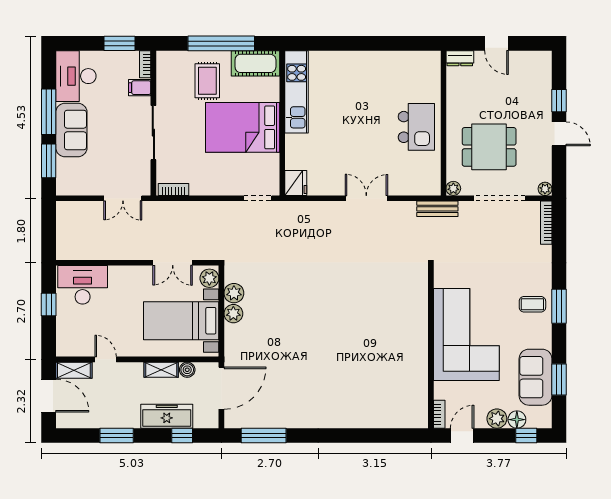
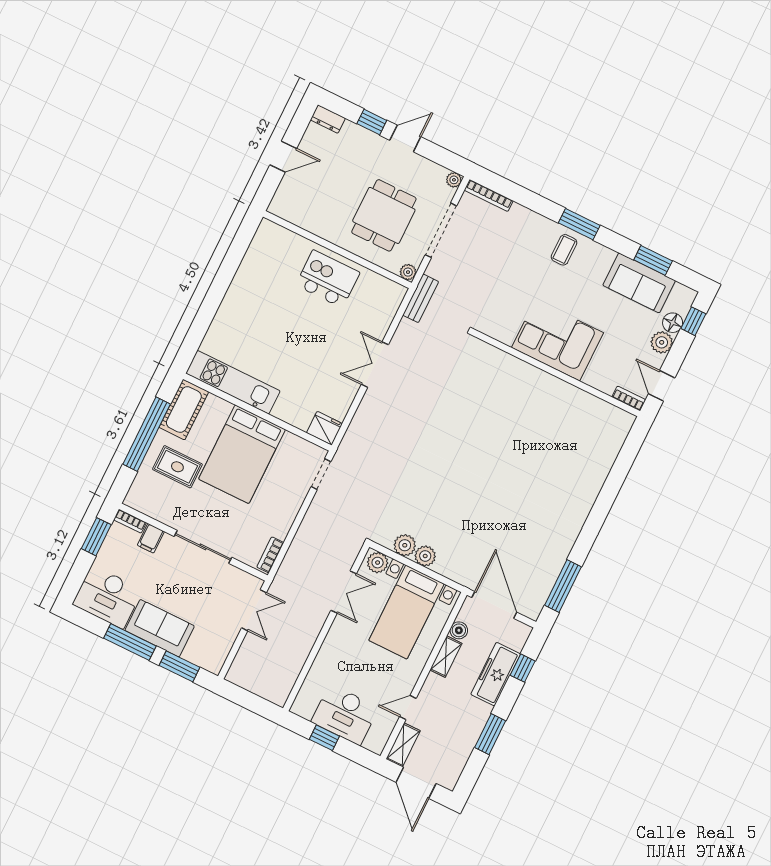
dresser: (460, 58) -> (328, 119), moved, turned 90
desk: (83, 285) -> (345, 715), moved, turned -90
corner sofa: (466, 335) -> (558, 340), width x0.73, depth x0.74
door: (49, 396) -> (416, 783), swing flipped

